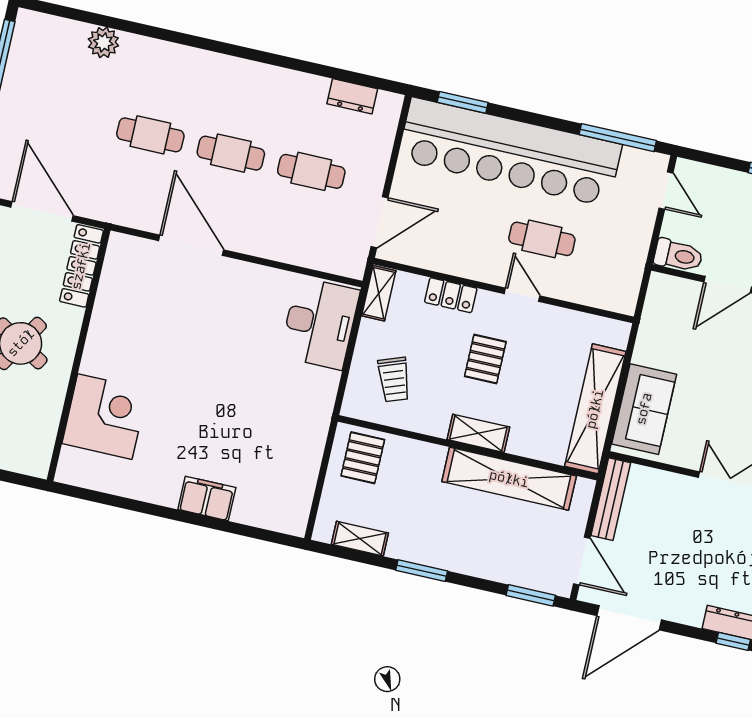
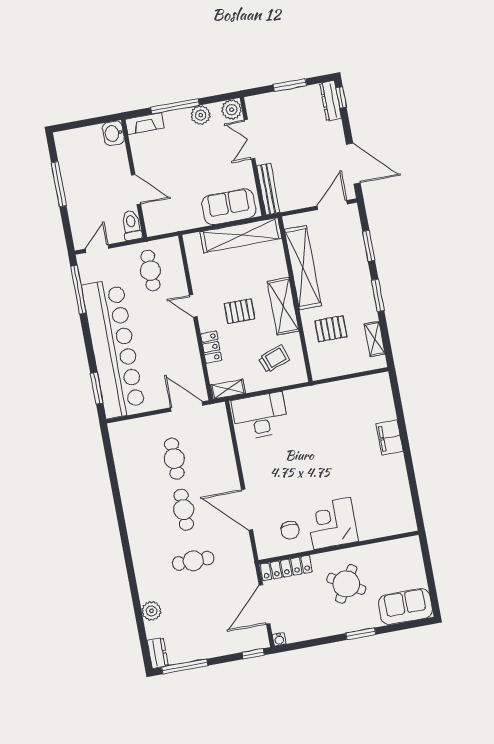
dresser: (352, 96) -> (158, 653), moved
cafe table: (150, 135) -> (193, 561), turned 90
cafe table: (542, 239) -> (150, 271), moved
door: (191, 245) -> (247, 510), hinge flipped
chair: (134, 295) -> (290, 530), added
door: (522, 295) -> (193, 306), hinge flipped
corner desk: (105, 417) -> (332, 523), moved
shelving: (478, 433) -> (283, 306), width x1.50, depth x1.33
pallet: (363, 458) -> (331, 329), moved
bench: (611, 499) -> (268, 189), moved, turned 90
window: (531, 595) -> (369, 246), moved

